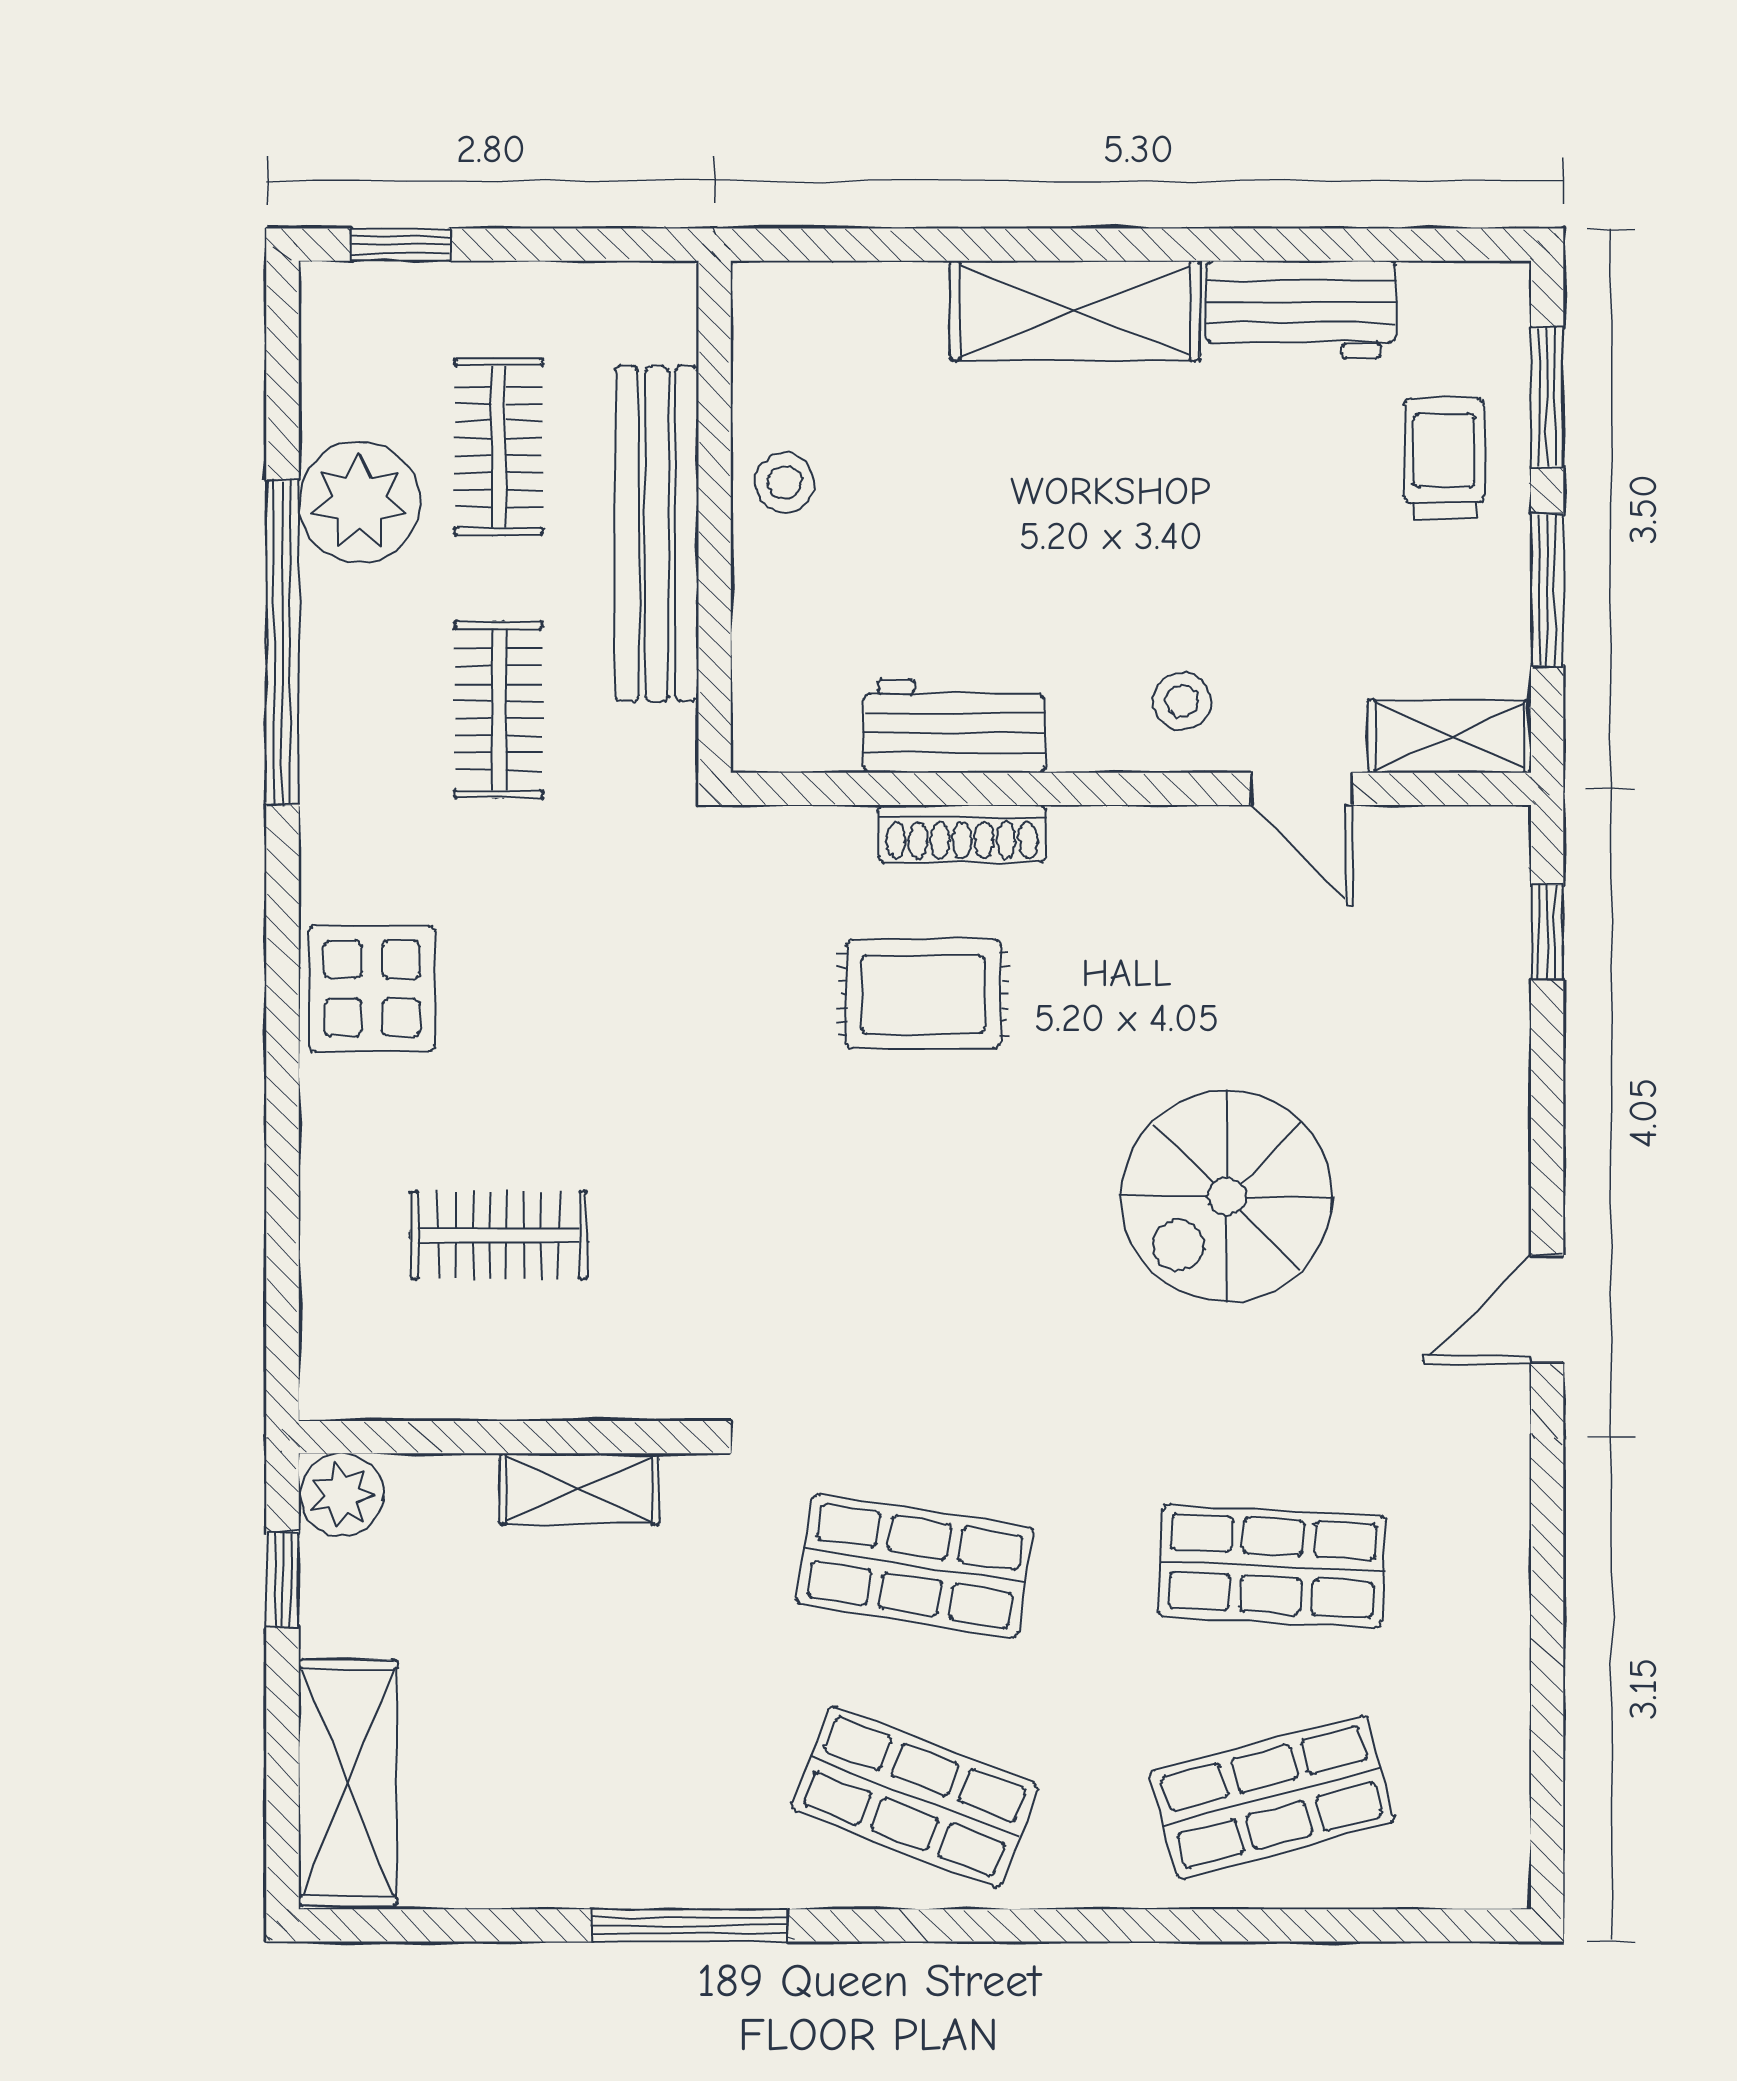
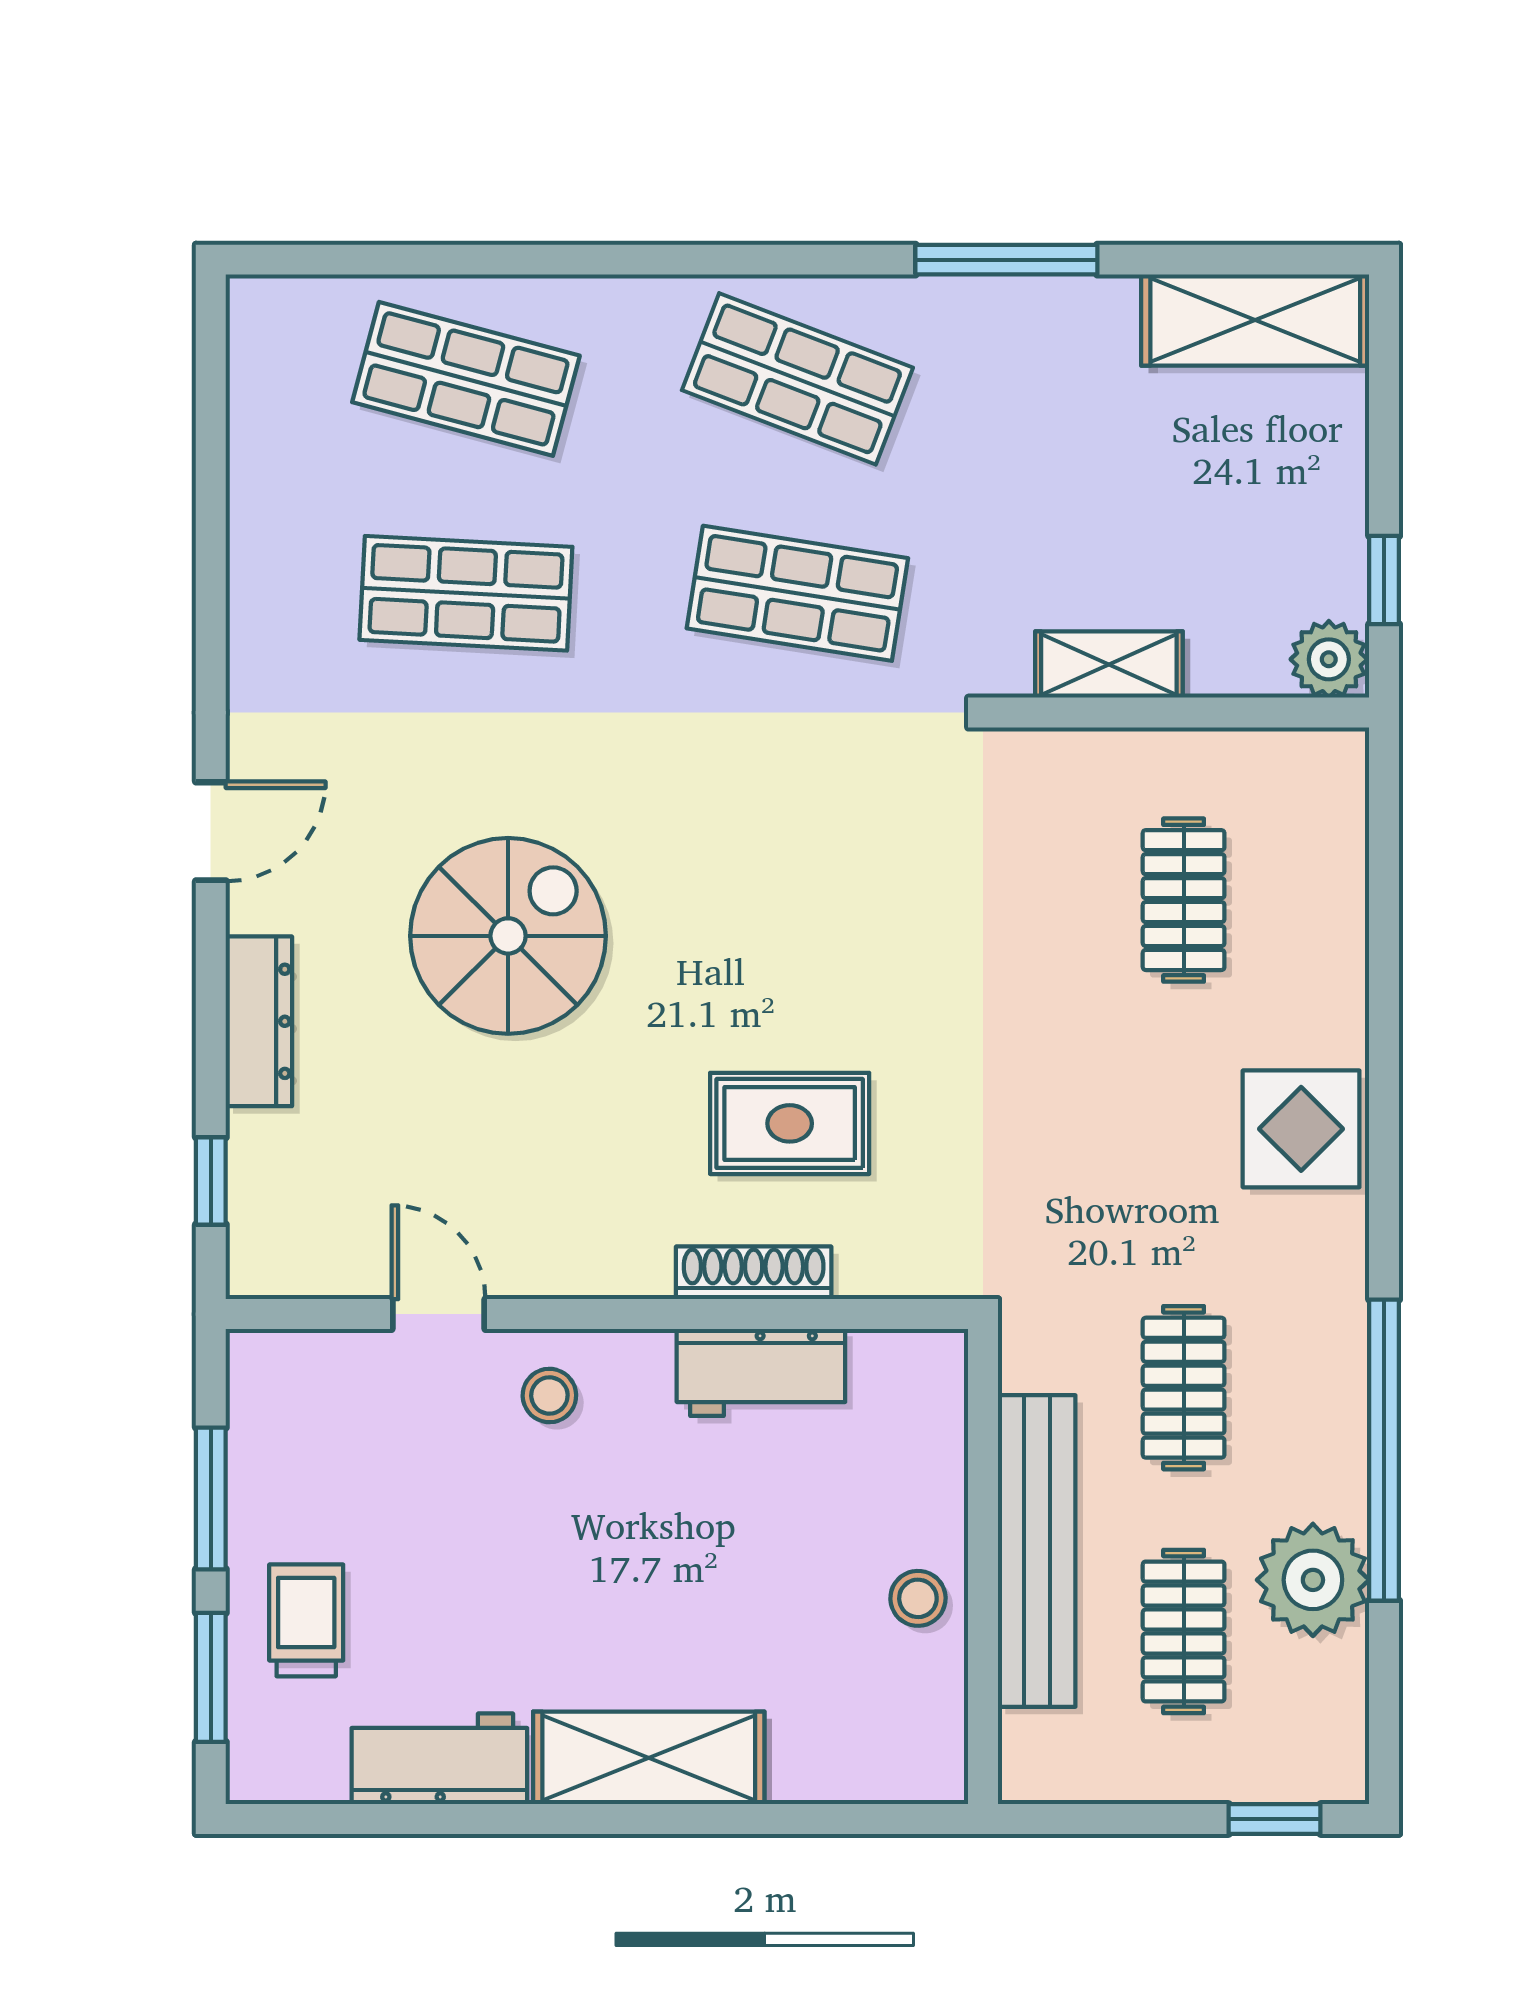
trolley: (1444, 459) -> (306, 1620), turned 180
shelving: (1450, 736) -> (301, 1363), removed
dresser: (1495, 1104) -> (259, 1021), added
clothes rail: (499, 1235) -> (1184, 900), turned 90
shelving: (348, 1783) -> (1255, 320), moved, turned 90
shop shelf: (1272, 1797) -> (466, 379), turned 30

